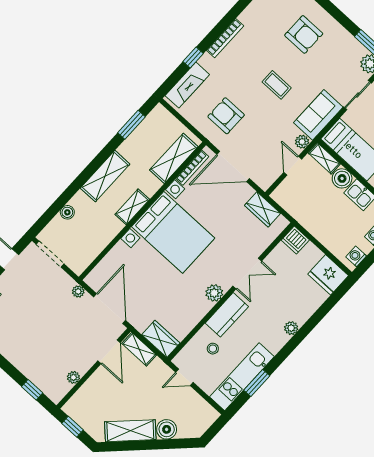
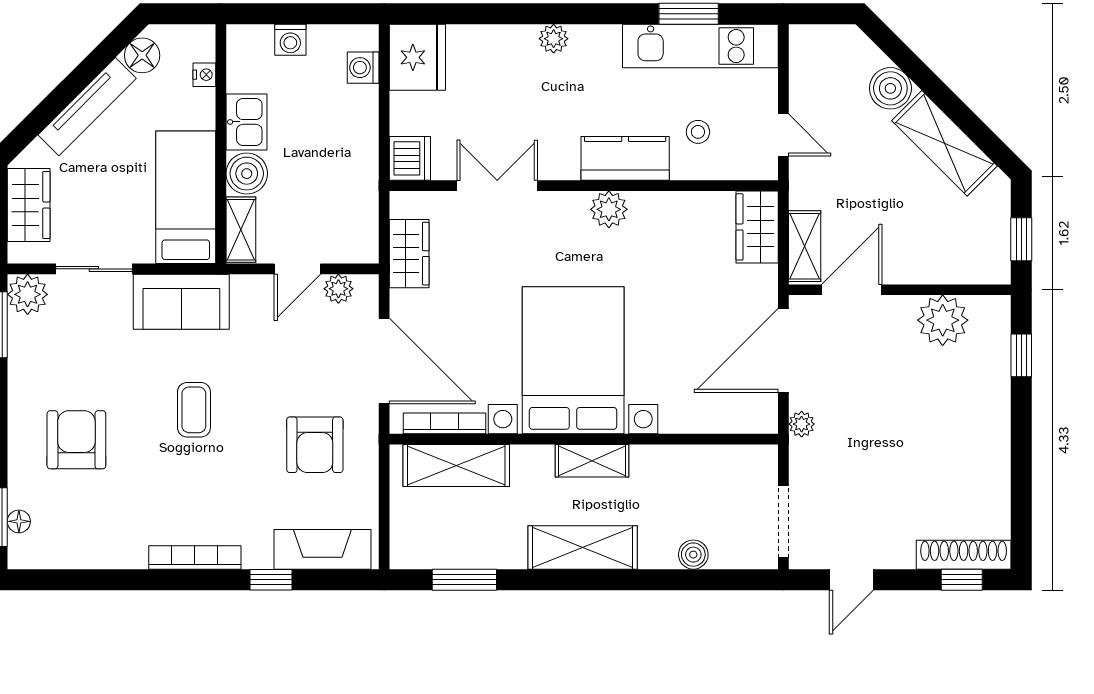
plant: (302, 142) -> (338, 289), moved
washing machine: (356, 256) -> (363, 68), moved, turned 90
double door: (247, 274) -> (497, 186), moved
plant: (73, 377) -> (943, 320), width x1.88, depth x1.88

